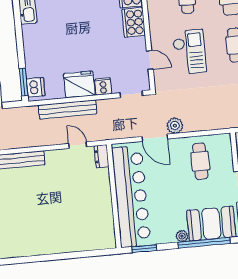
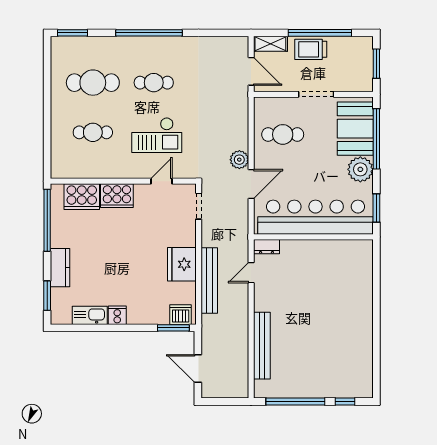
checkout: (189, 52) -> (157, 135), turned 180
cooker: (103, 86) -> (117, 315), moved, turned 90
plant: (182, 236) -> (360, 169), width x1.88, depth x1.88

